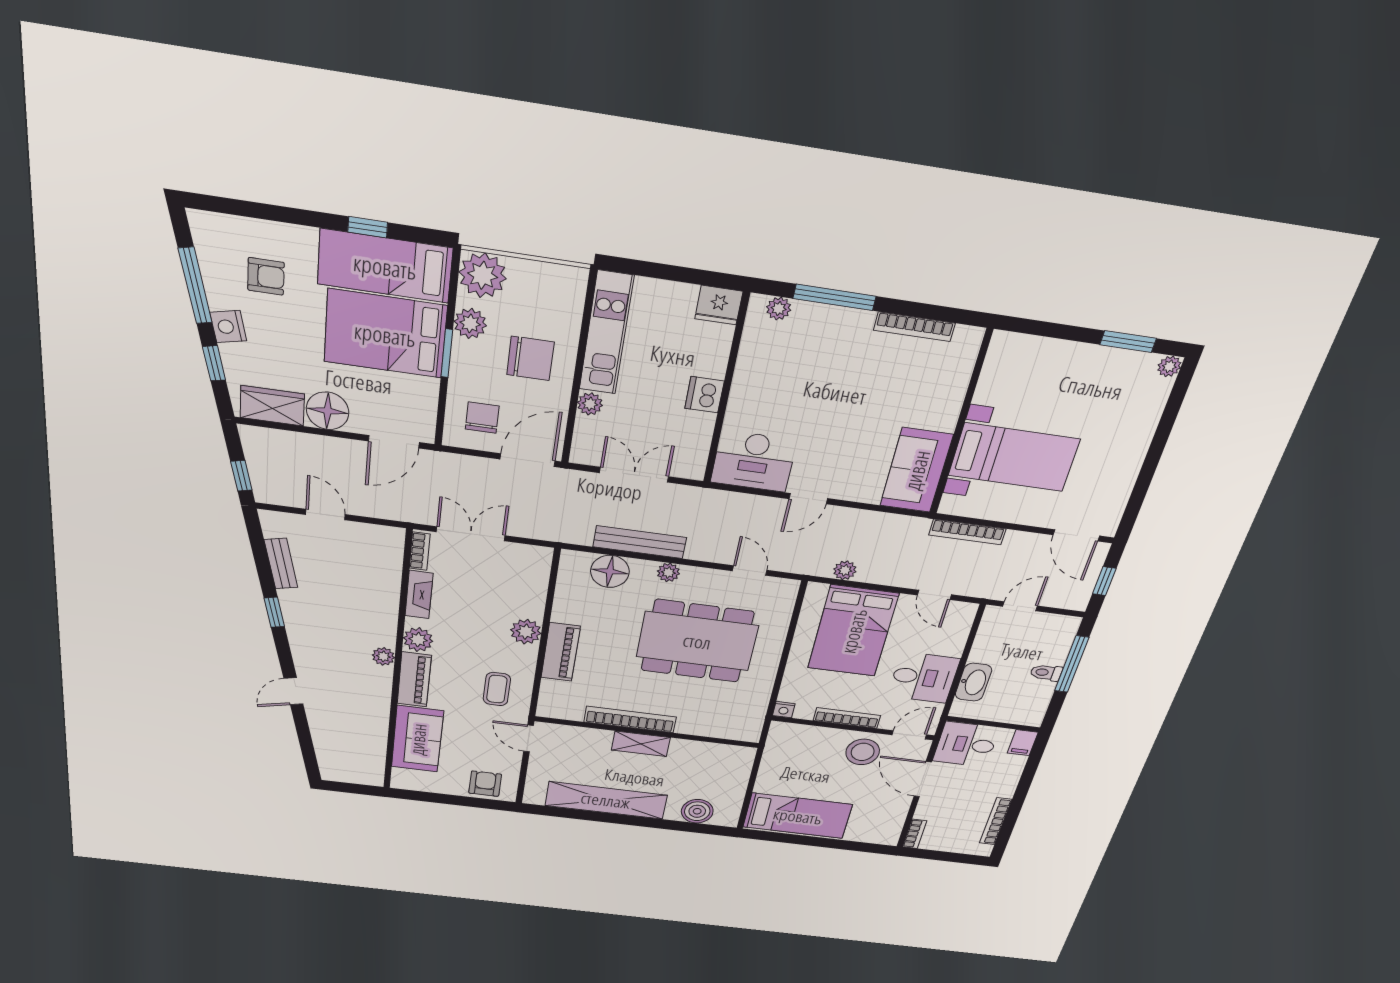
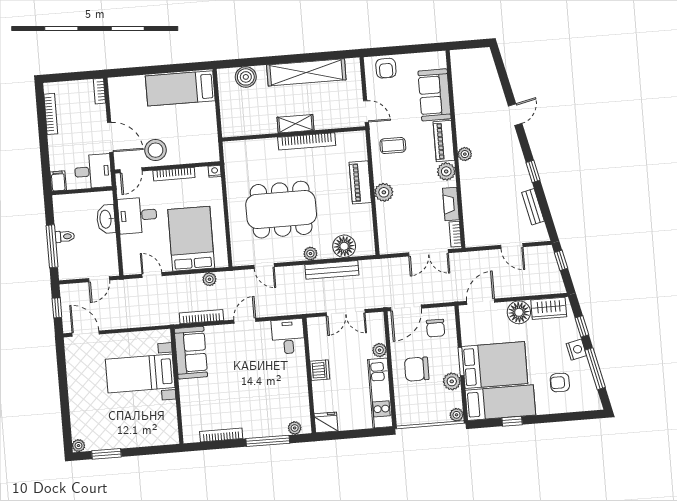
plant: (483, 275) -> (457, 415), width x0.53, depth x0.53
desk: (754, 461) -> (288, 336), width x0.73
bookcase: (967, 532) -> (201, 317), moved
coffee table: (497, 689) -> (393, 146), turned 90

